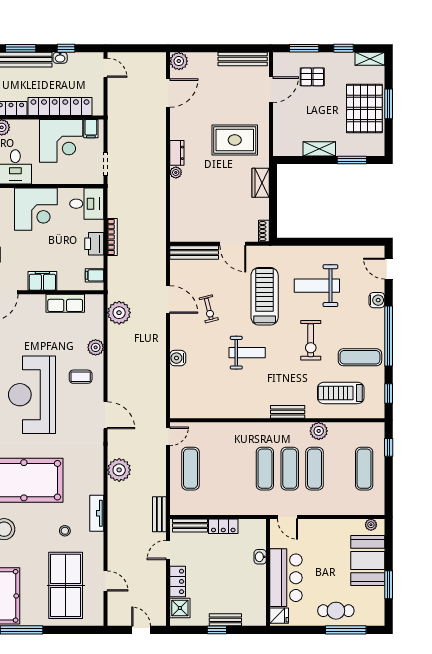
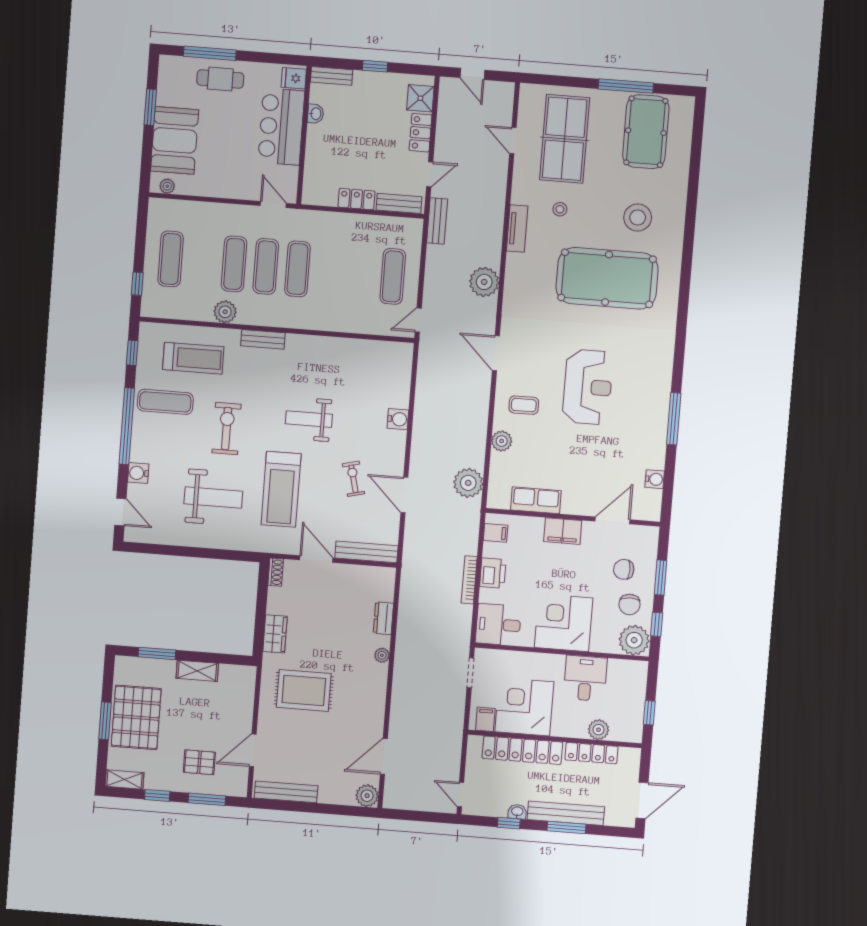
dresser: (177, 153) -> (383, 618), moved
reception desk: (32, 395) -> (588, 387), width x0.74, depth x0.77
washbasin: (260, 557) -> (316, 114), moved
bench: (225, 620) -> (332, 76), moved

